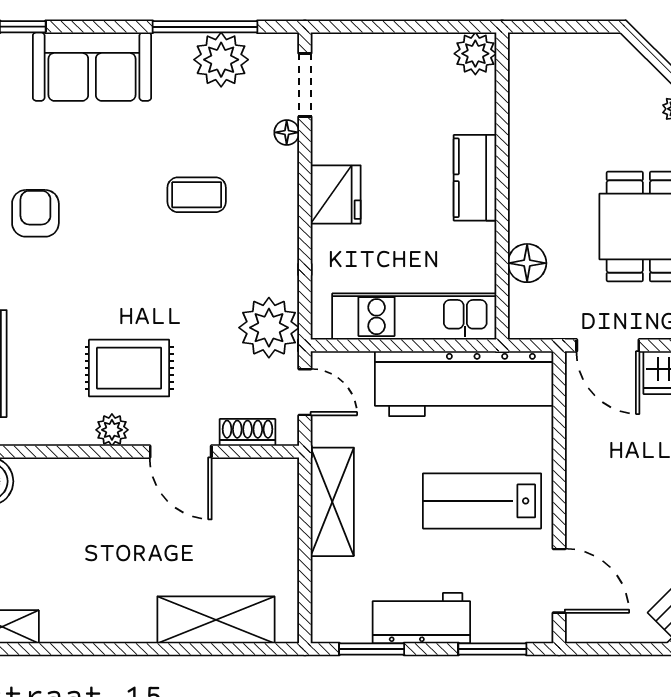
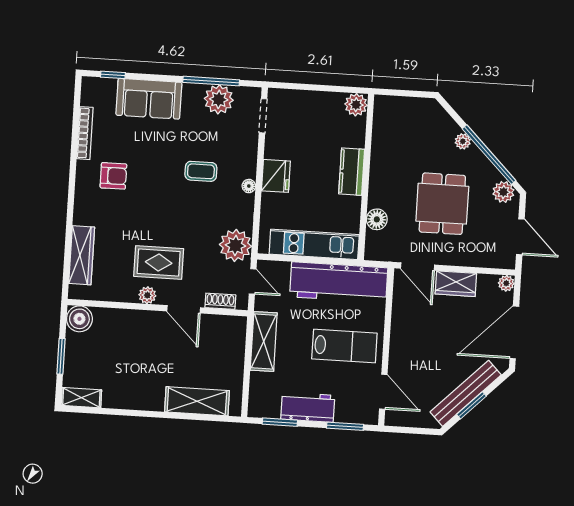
floor lamp: (287, 132) -> (249, 186), moved
armchair: (35, 213) -> (113, 176), turned 90
lab bench: (482, 501) -> (344, 346), turned 180

